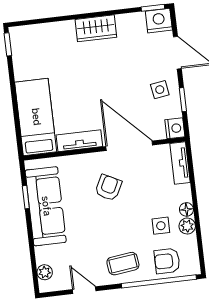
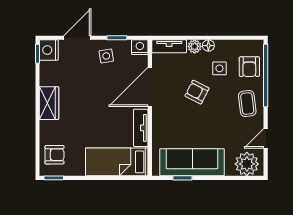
armchair: (35, 42) -> (55, 155), added
armchair: (108, 188) -> (197, 92), moved
plant: (187, 226) -> (195, 46), moved
plant: (45, 272) -> (247, 164), width x1.88, depth x1.88

